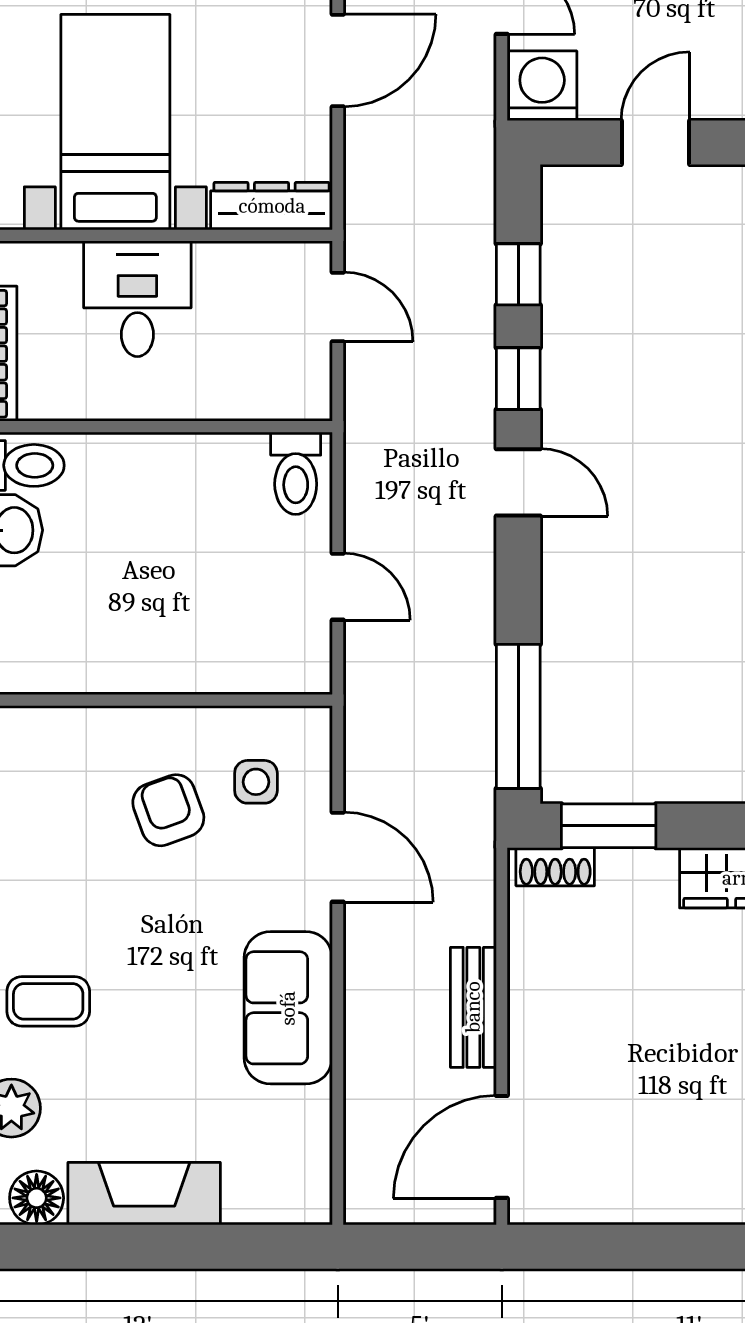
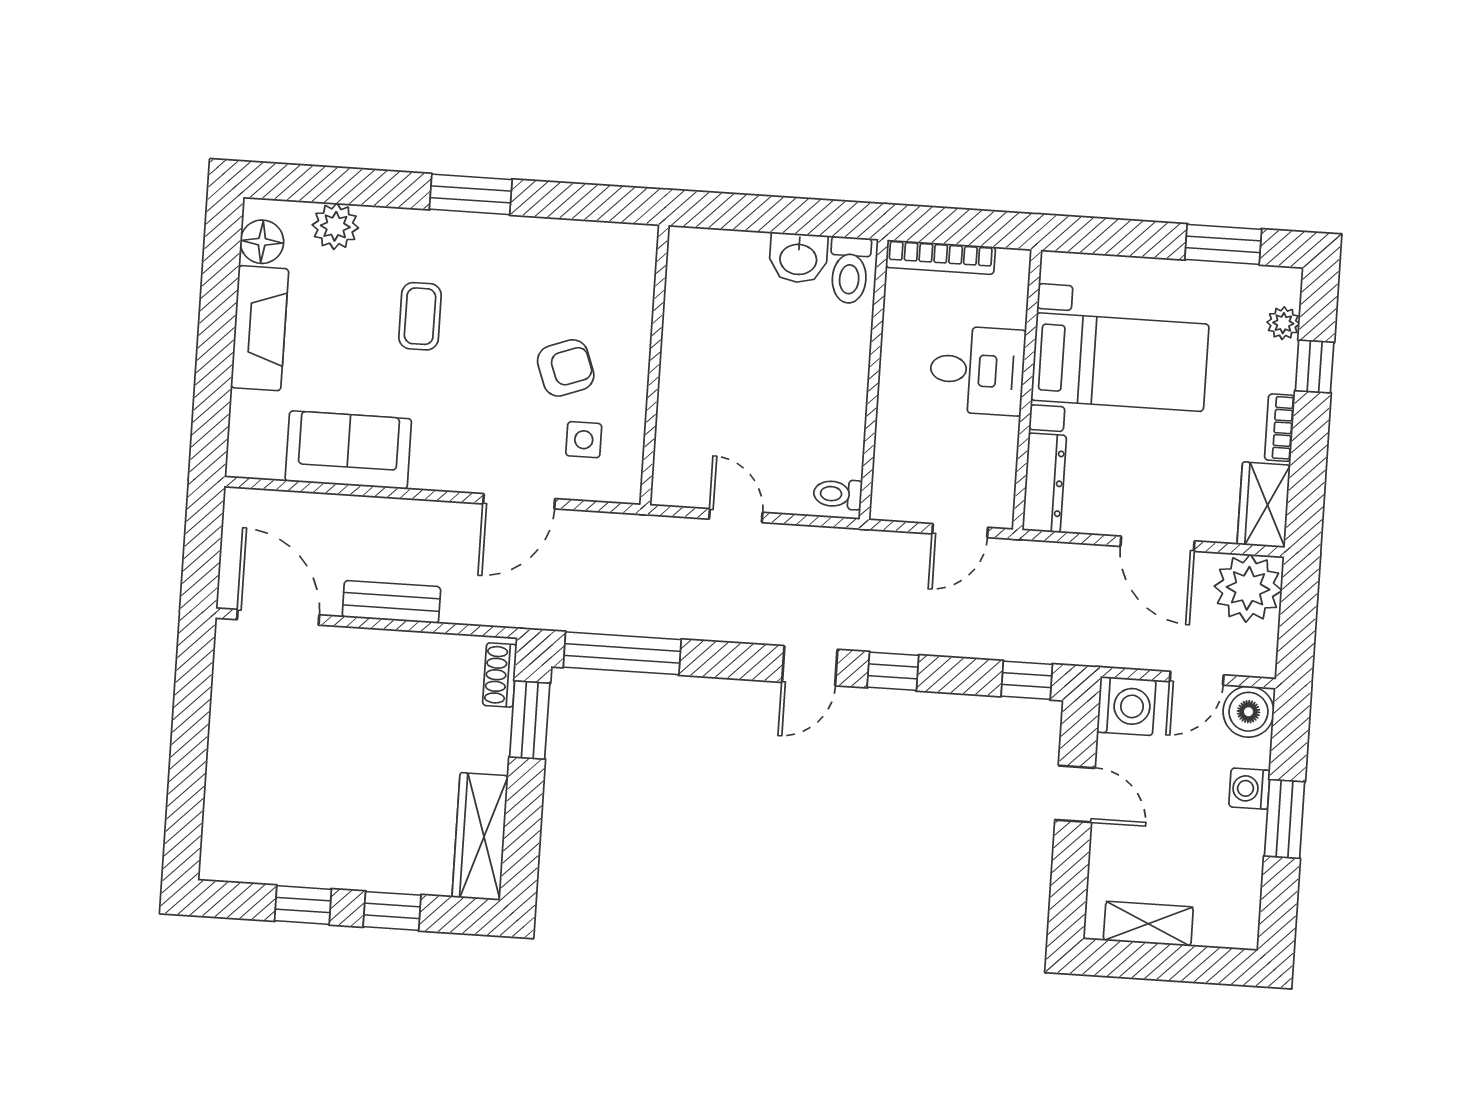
window: (518, 274) -> (1027, 680), moved
toilet: (296, 473) -> (838, 494), width x0.73, depth x0.72
door: (338, 587) -> (736, 516), swing flipped
coffee table: (48, 1001) -> (420, 316), moved
sofa: (288, 1008) -> (348, 450), moved

